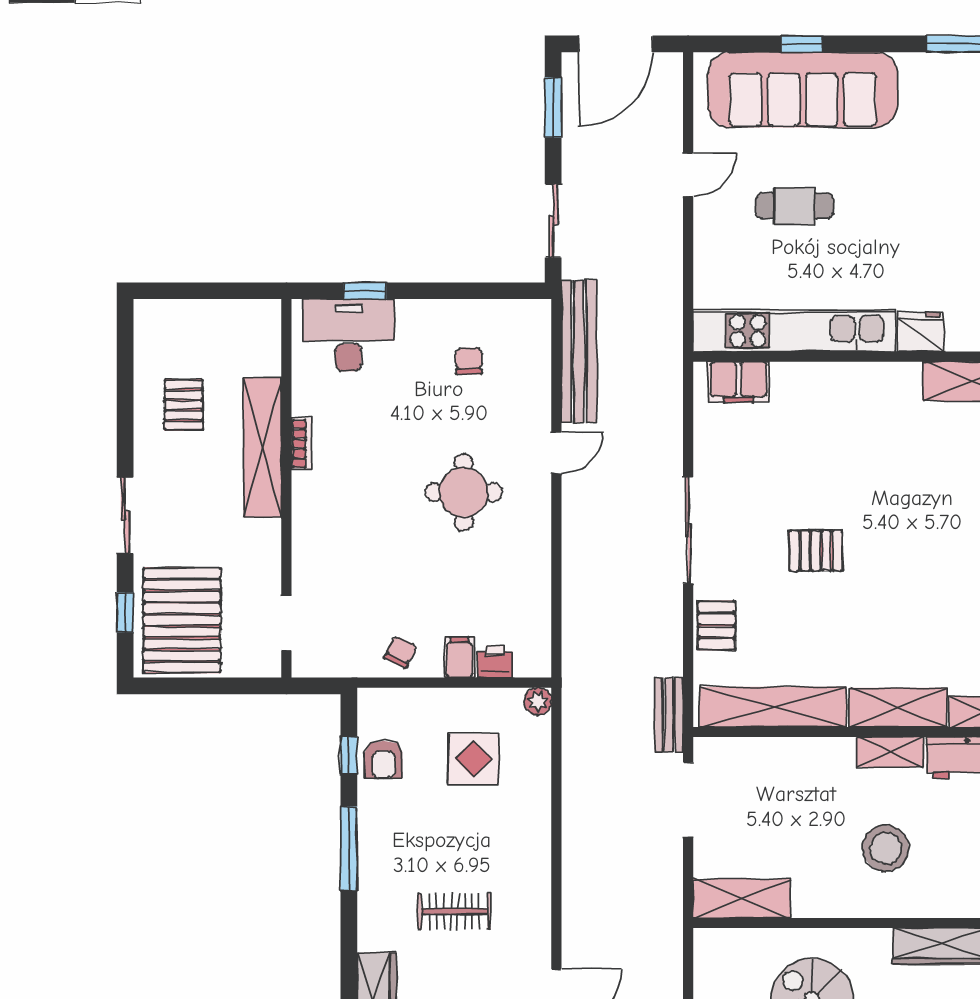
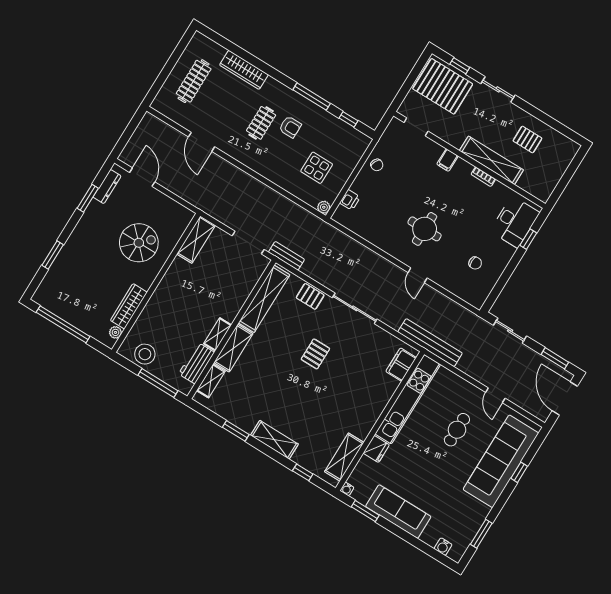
bench: (579, 351) -> (430, 343), moved
filing cabinet: (459, 657) -> (447, 160), moved, turned 90
armchair: (384, 759) -> (290, 127), moved, turned 180
stool: (886, 848) -> (181, 309), removed

